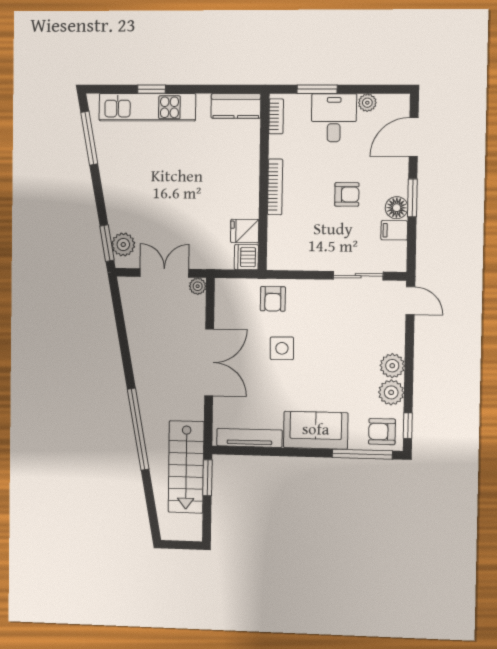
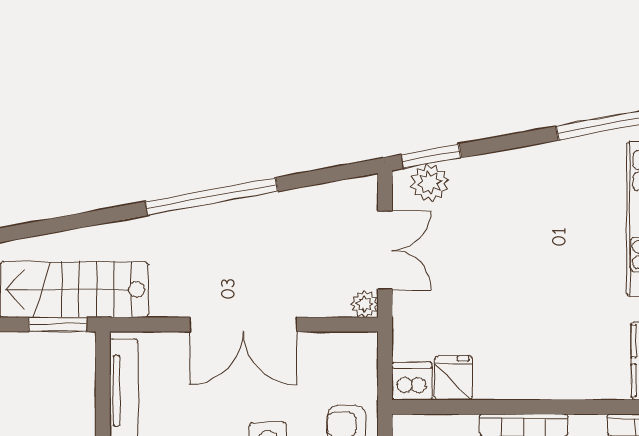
window: (138, 429) -> (212, 197), moved

